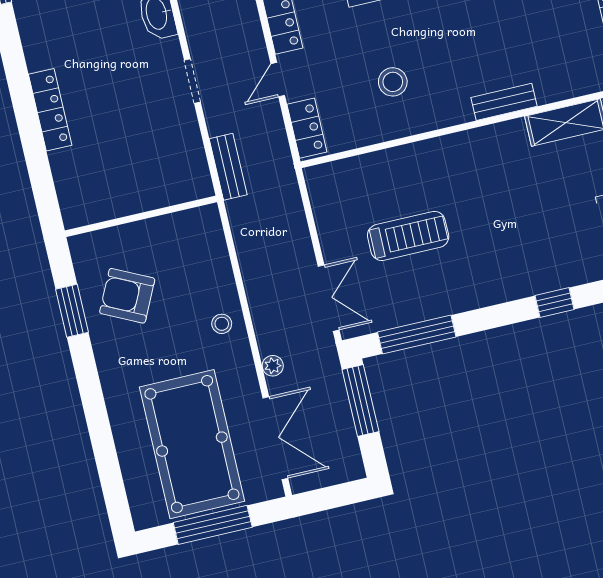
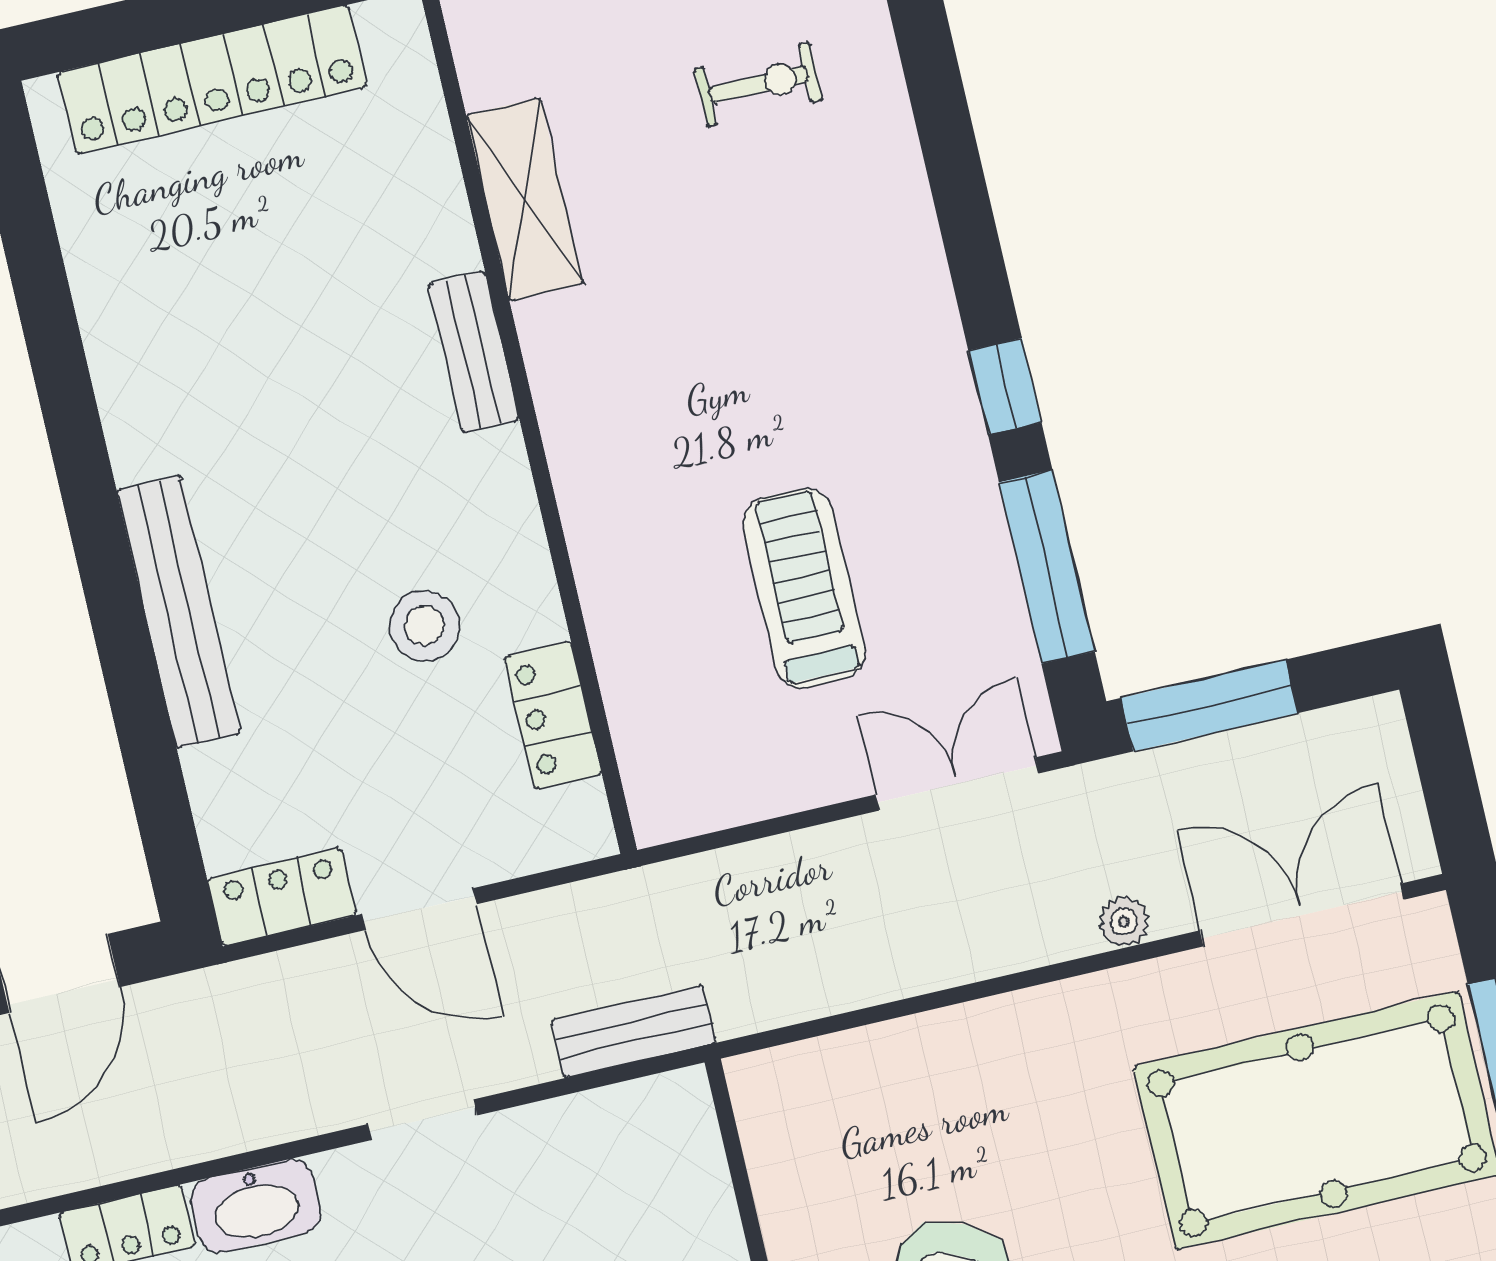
door: (278, 80) -> (419, 909), width x1.37
locker: (307, 128) -> (553, 716), moved, turned -90
window: (554, 302) -> (1005, 387), moved
stool: (222, 324) -> (1021, 1047), removed

